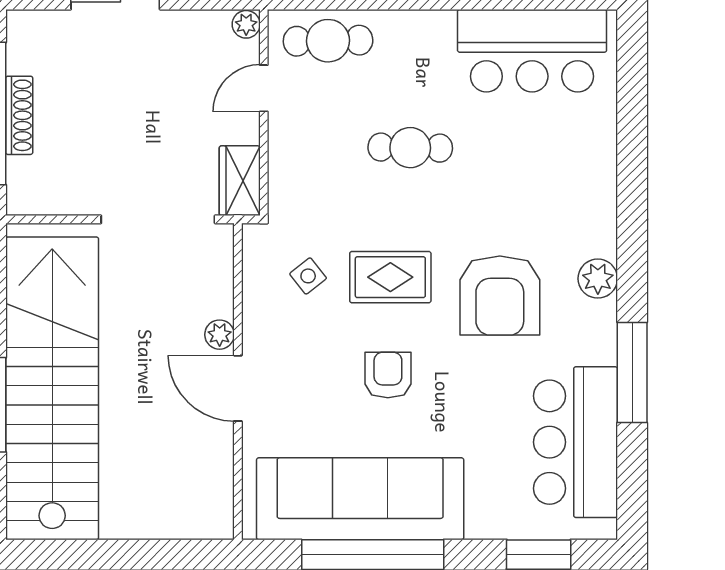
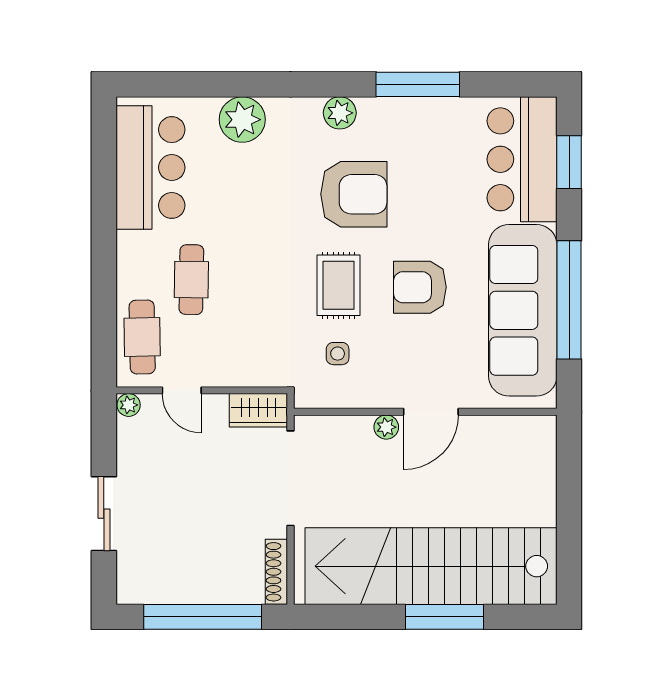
shoe rack: (19, 115) -> (276, 572), moved, turned -90
cafe table: (410, 148) -> (191, 280), moved
plant: (590, 161) -> (242, 120), added
side table: (308, 276) -> (338, 354), turned 38
armchair: (388, 375) -> (420, 287), width x1.38, depth x1.38
bar counter: (575, 442) -> (522, 159), moved, turned 90

